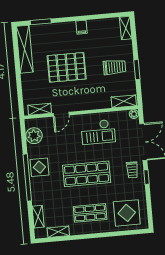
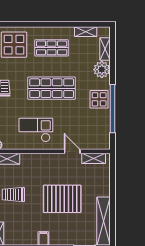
door: (61, 114) -> (72, 151), hinge flipped
plant: (34, 136) -> (102, 70), moved
window: (27, 178) -> (112, 109), moved

